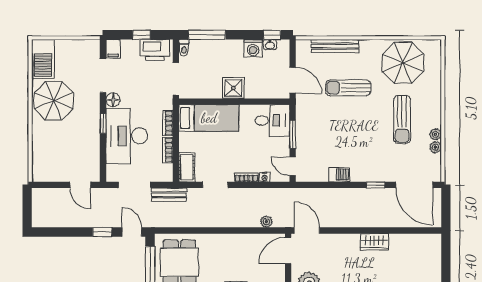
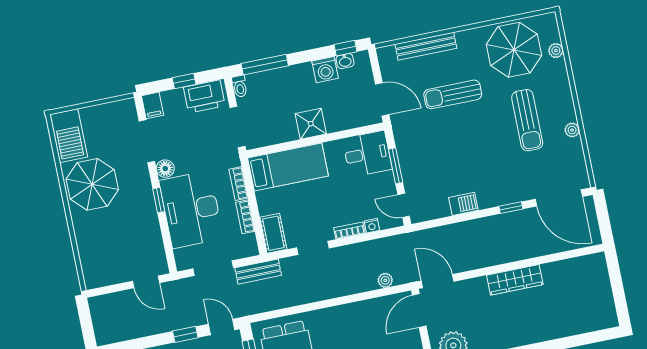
plant: (435, 147) -> (556, 51), moved
wardrobe: (374, 242) -> (515, 280), width x1.50

